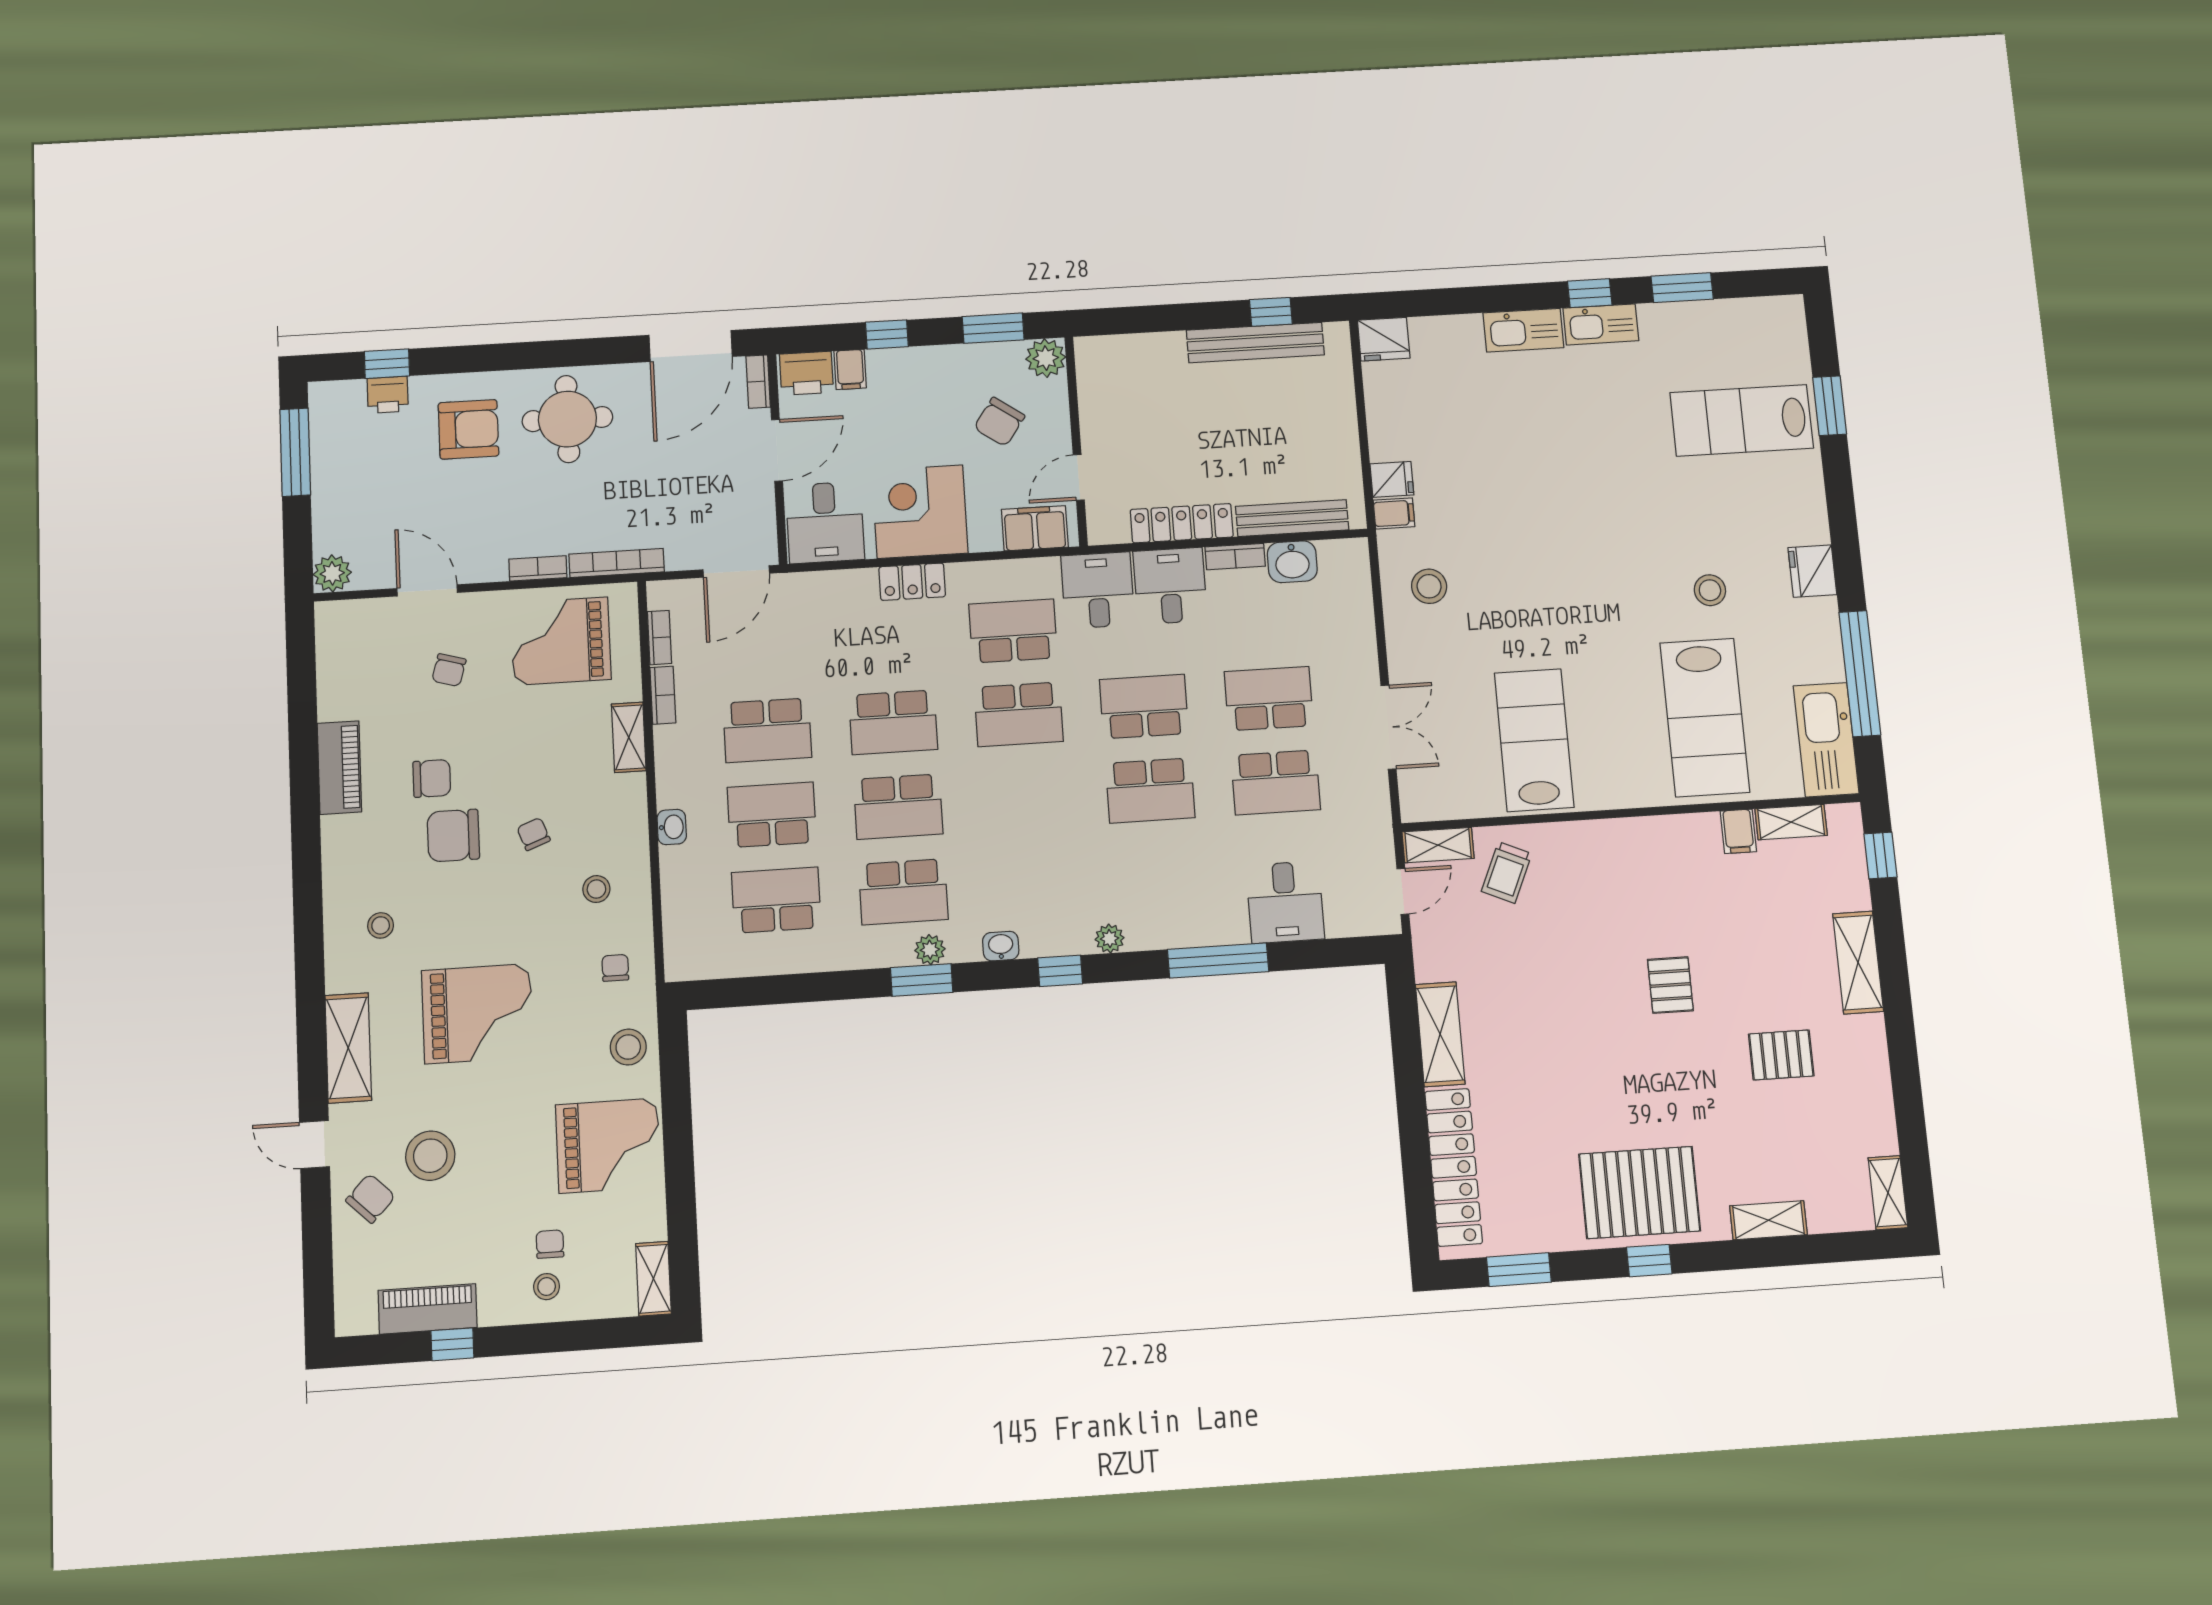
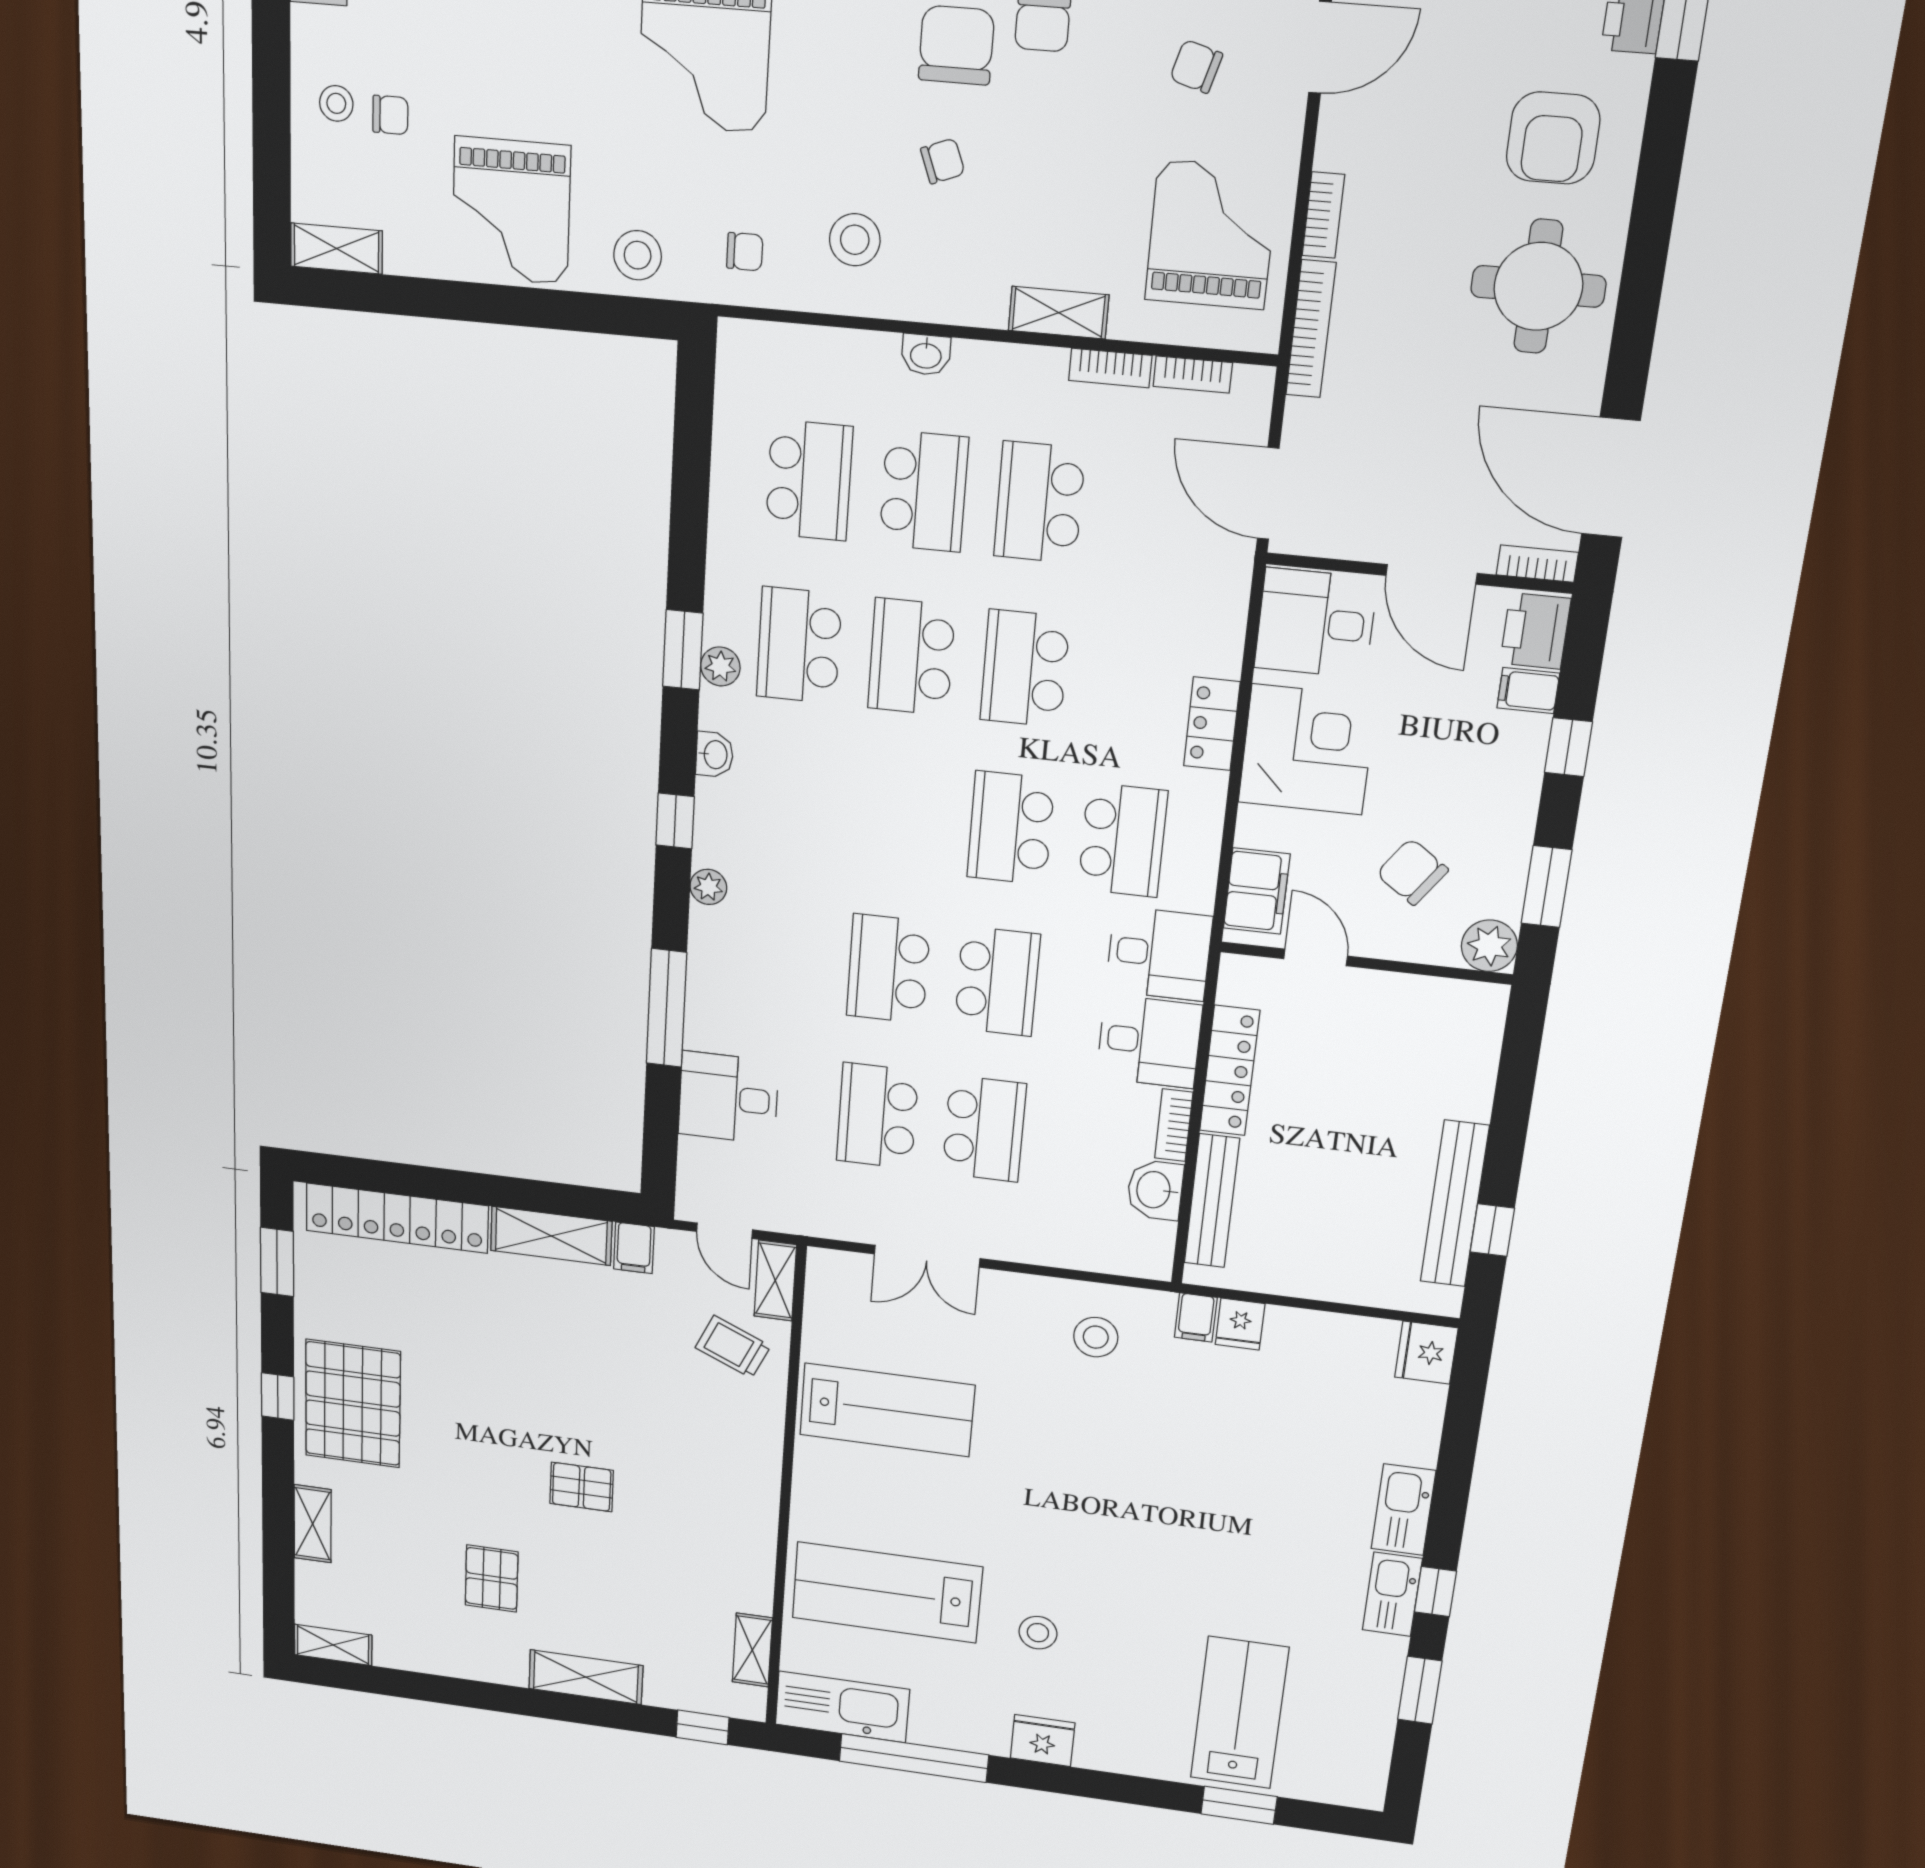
filing cabinet: (1738, 831) -> (634, 1248), moved, turned -90
stool: (596, 889) -> (855, 240), width x1.37, depth x1.37

